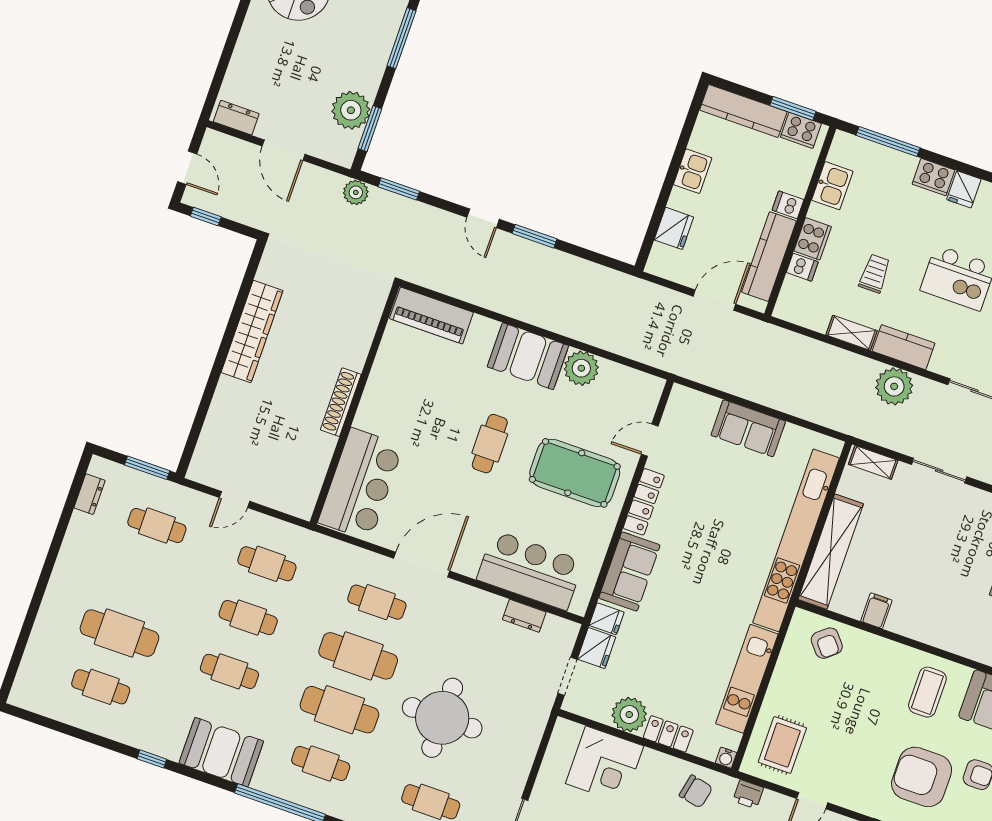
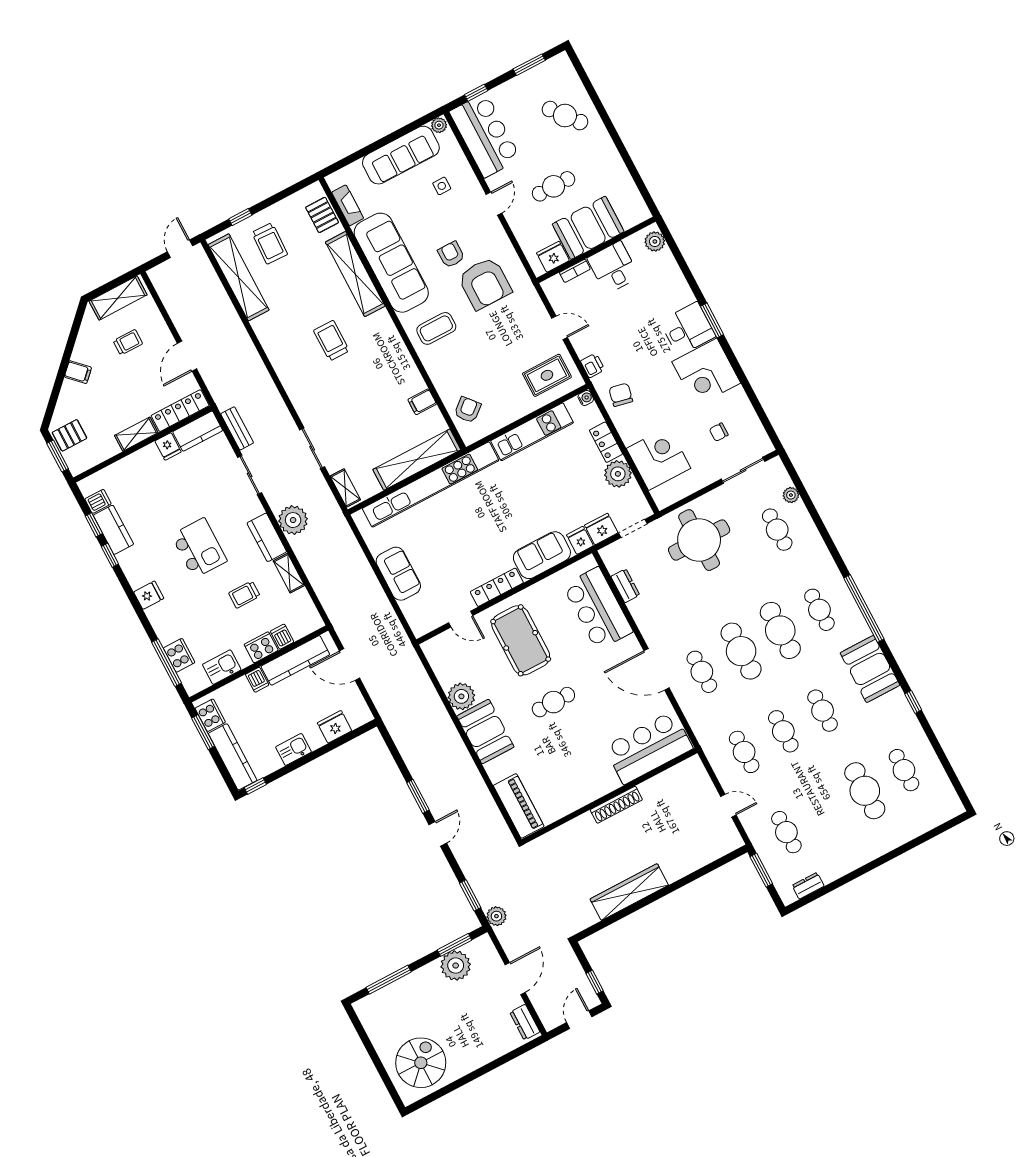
window: (697, 103) -> (255, 786), added
cooker: (933, 177) -> (179, 655), moved
round table: (442, 718) -> (699, 540), moved

